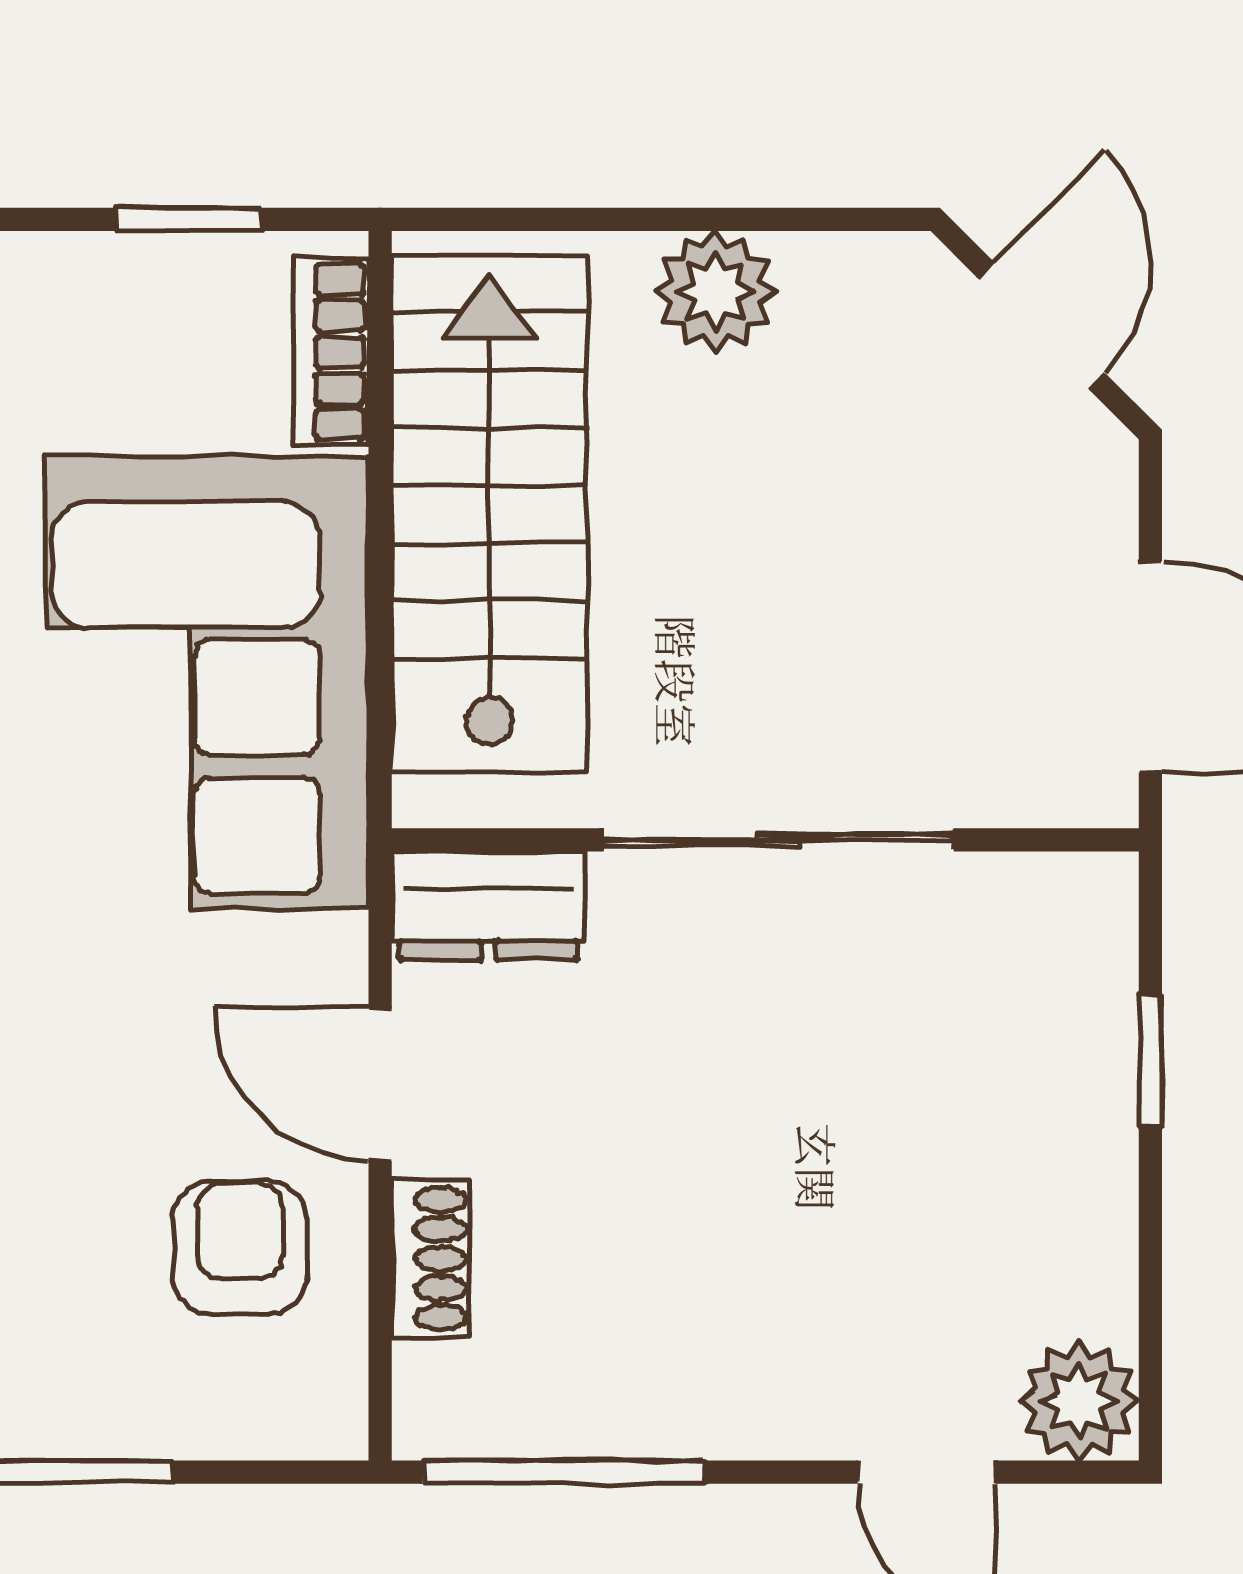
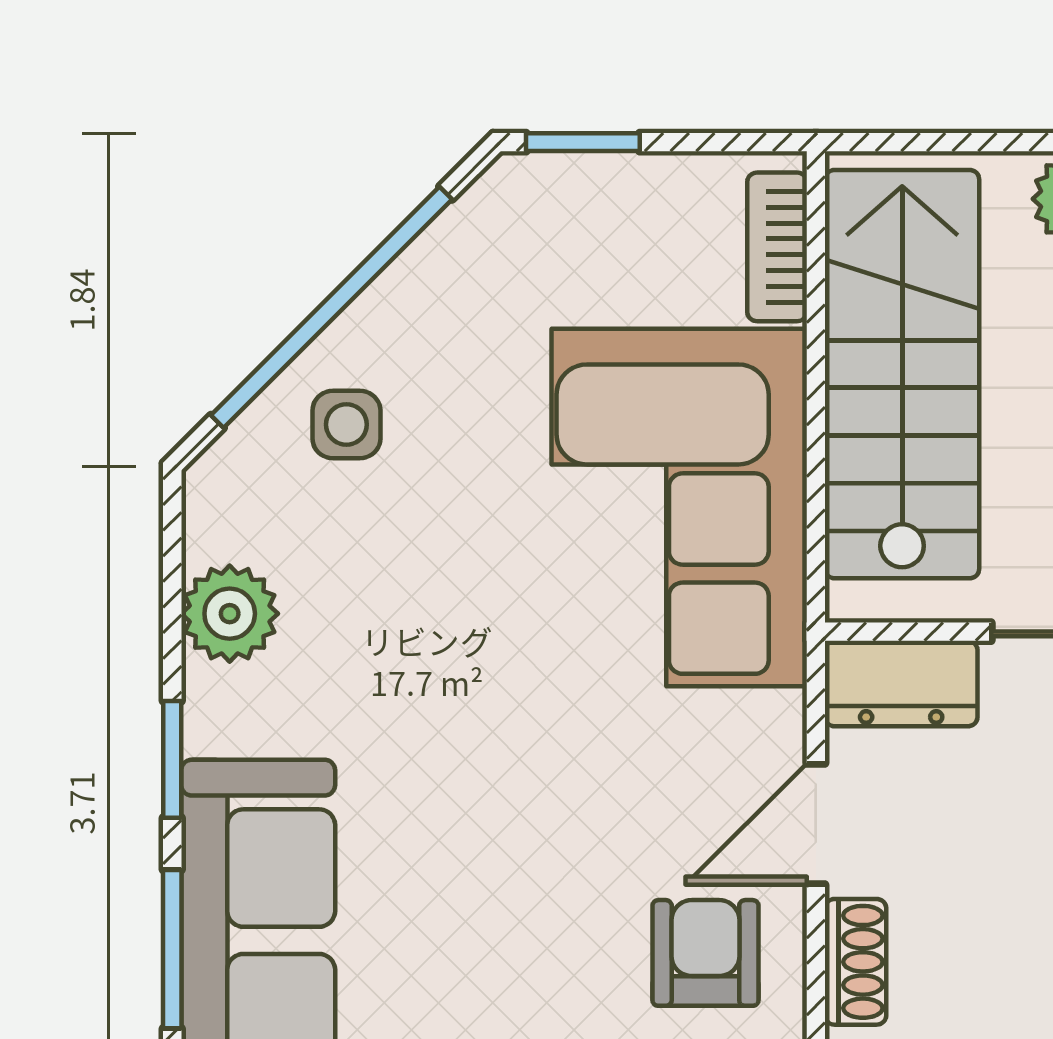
window: (188, 219) -> (583, 142), moved
door: (380, 1084) -> (816, 824), hinge flipped

